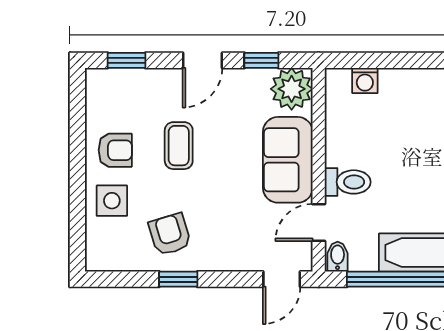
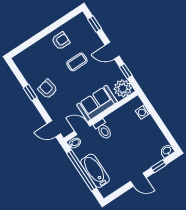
armchair: (115, 150) -> (61, 41), turned -90
side table: (112, 201) -> (42, 51), removed
armchair: (170, 234) -> (48, 89), moved, turned -85

